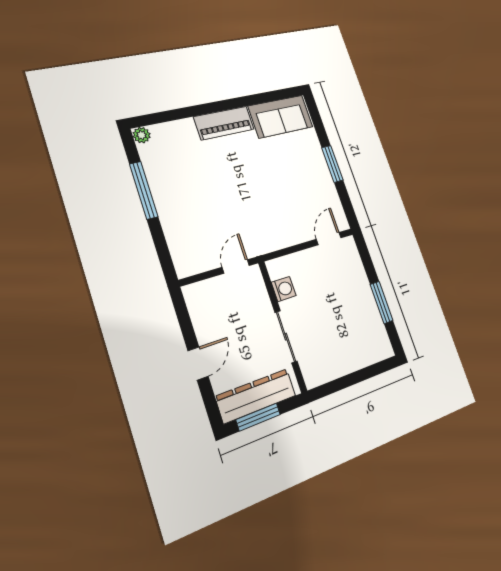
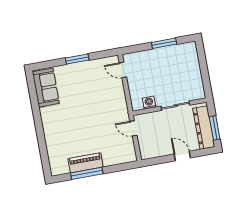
piano: (224, 123) -> (86, 163), moved, turned -90
plant: (142, 135) -> (55, 171), removed

